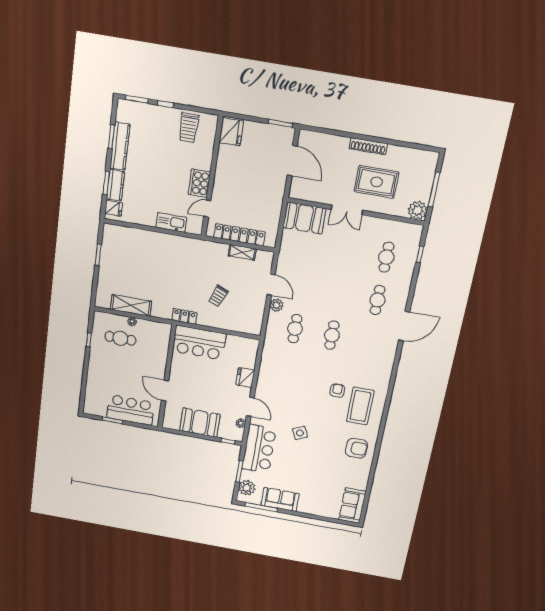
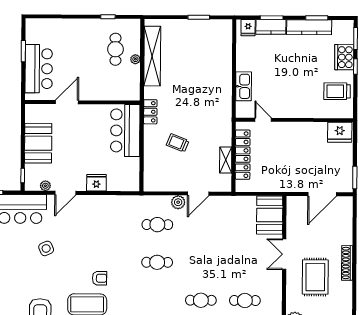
cooker: (199, 183) -> (344, 57), moved, turned -90
shelving: (131, 305) -> (152, 56), width x1.47

